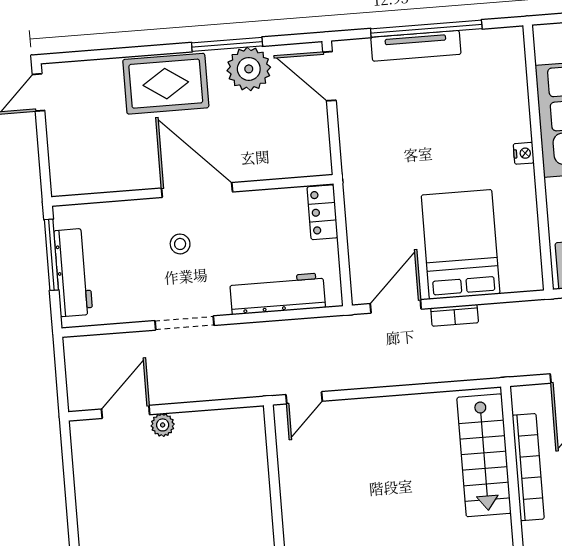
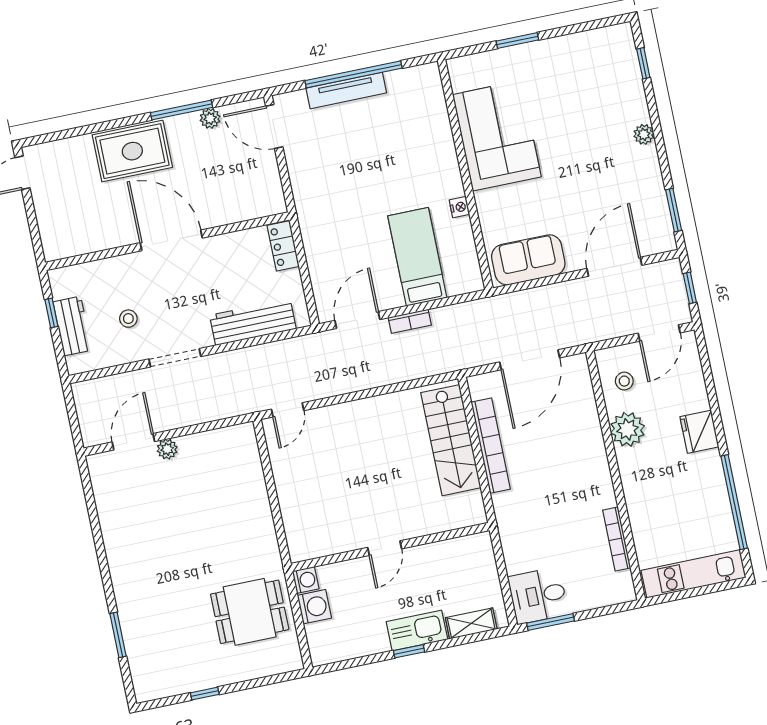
plant: (249, 69) -> (210, 118), width x0.53, depth x0.53
nightstand: (524, 153) -> (459, 207), moved
stool: (180, 244) -> (128, 319), moved
bed: (461, 244) -> (417, 257), width x0.67
window: (51, 255) -> (51, 313), width x0.46
workbench: (73, 272) -> (72, 326), width x0.73

